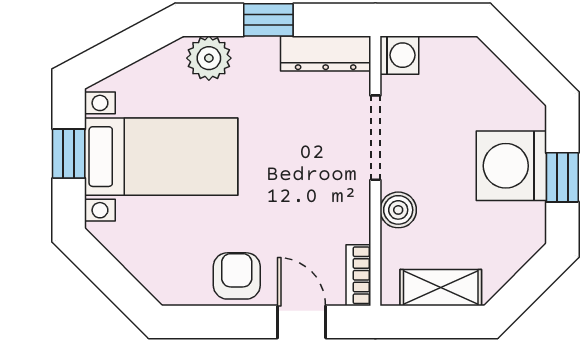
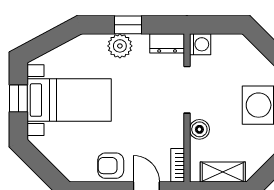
dresser: (326, 53) -> (167, 43), width x0.70
plant: (209, 58) -> (120, 46), moved
armchair: (237, 276) -> (111, 166), turned -90

